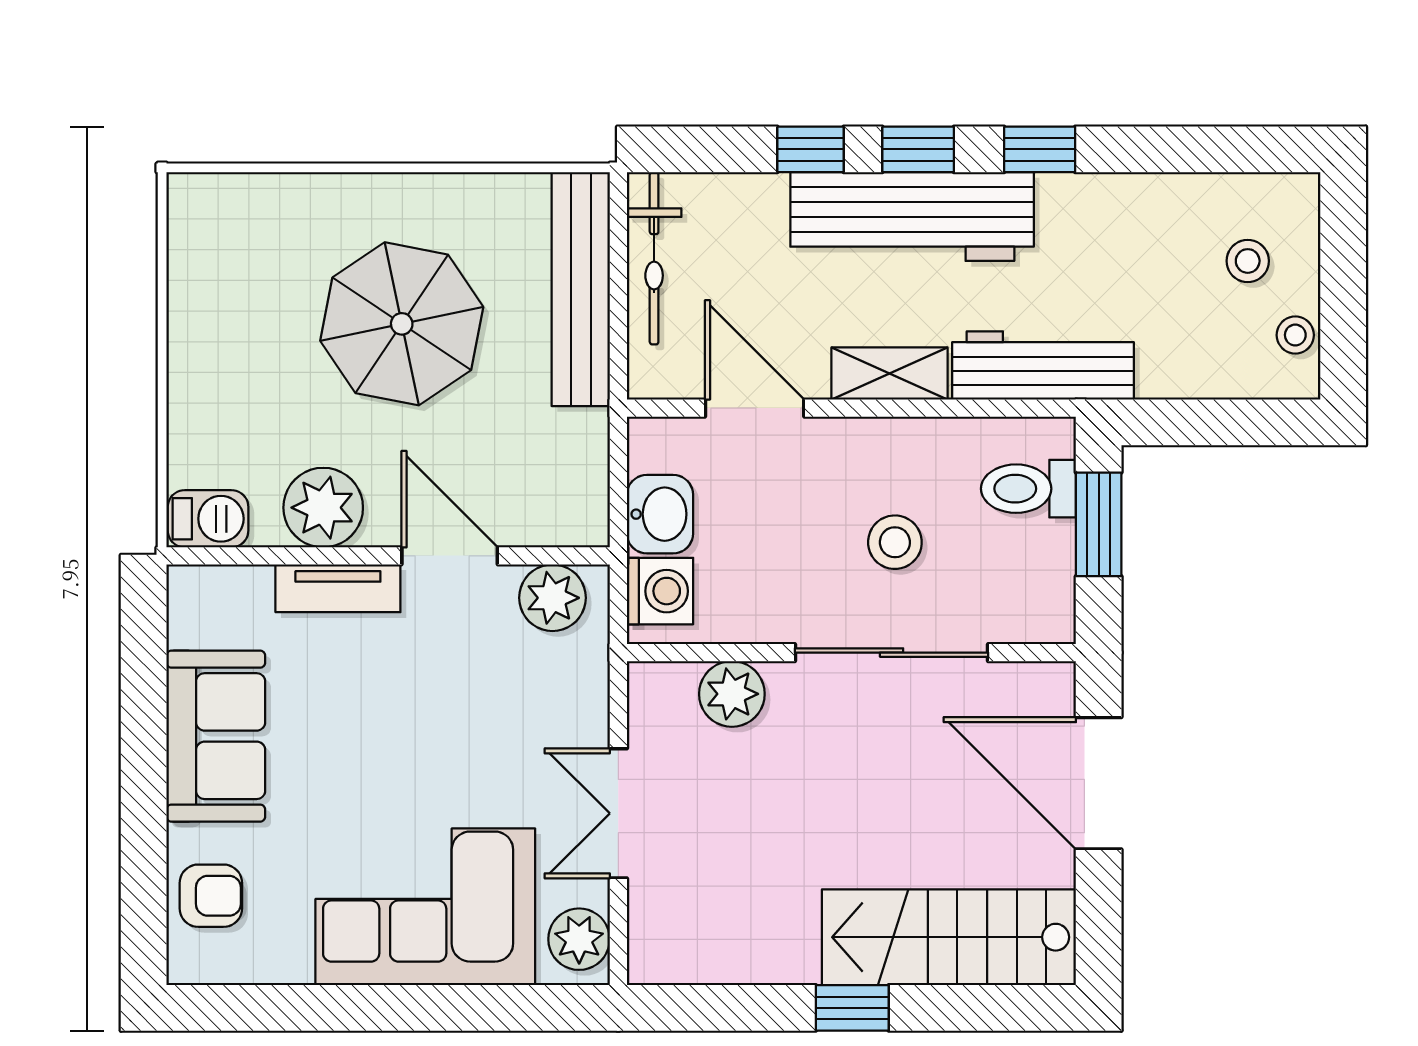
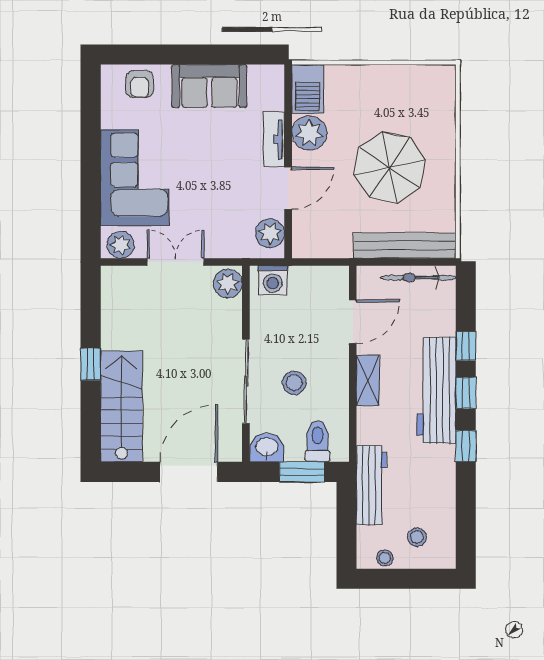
workbench: (1043, 365) -> (371, 485), moved
washbasin: (660, 514) -> (267, 447), moved, turned 180
barbecue: (208, 519) -> (308, 89), width x1.38, depth x1.27
plant: (732, 694) -> (228, 284), moved

